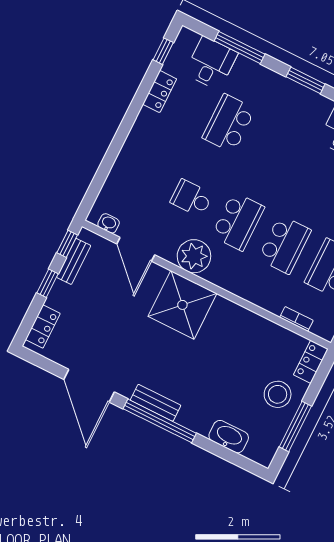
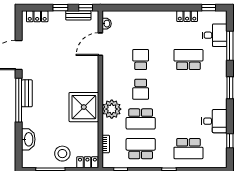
school desk: (238, 221) -> (141, 89), width x0.54
plant: (194, 256) -> (112, 109), moved
shower: (182, 305) -> (84, 107), moved

